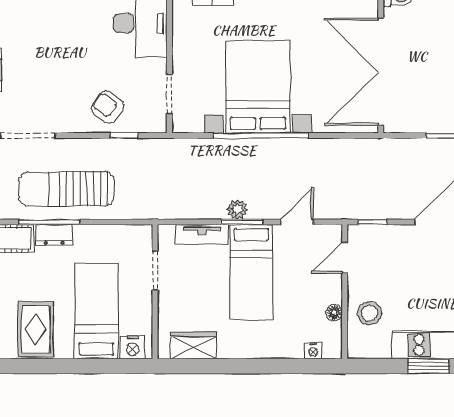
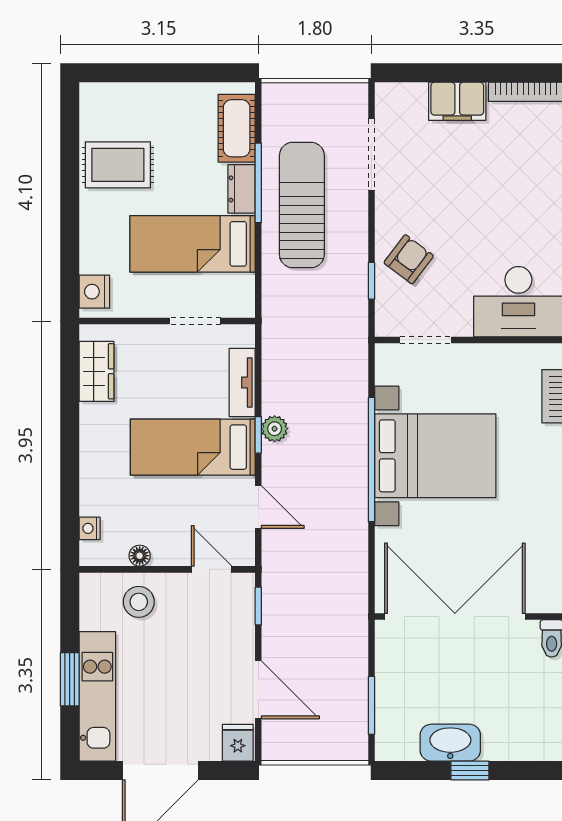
window: (242, 222) -> (258, 435), width x0.67
bed: (96, 311) -> (192, 244), moved, turned 180

